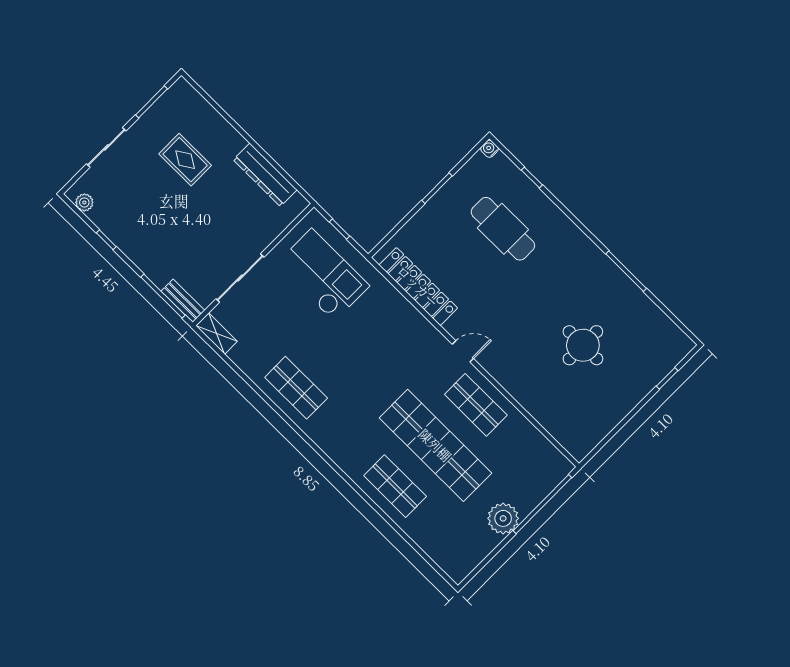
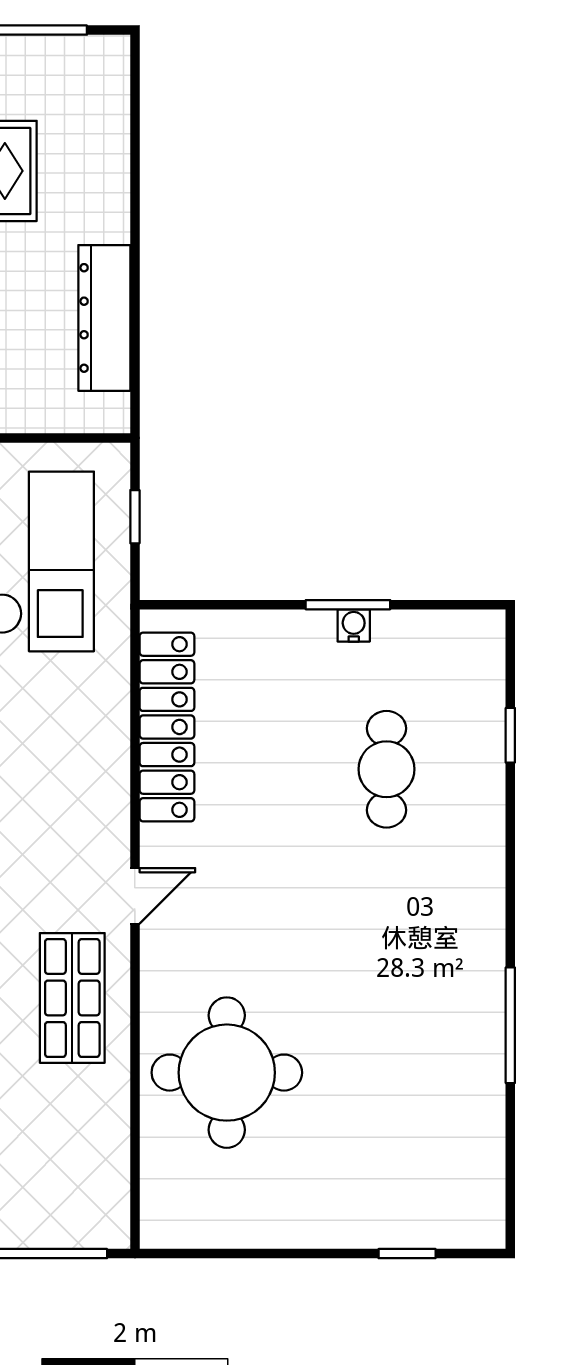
water cooler: (489, 149) -> (354, 625), moved
cafe table: (503, 229) -> (386, 769), width x0.73, depth x0.74
round table: (583, 345) -> (227, 1073), moved, width x1.36, depth x1.36
door: (463, 351) -> (135, 896), hinge flipped

